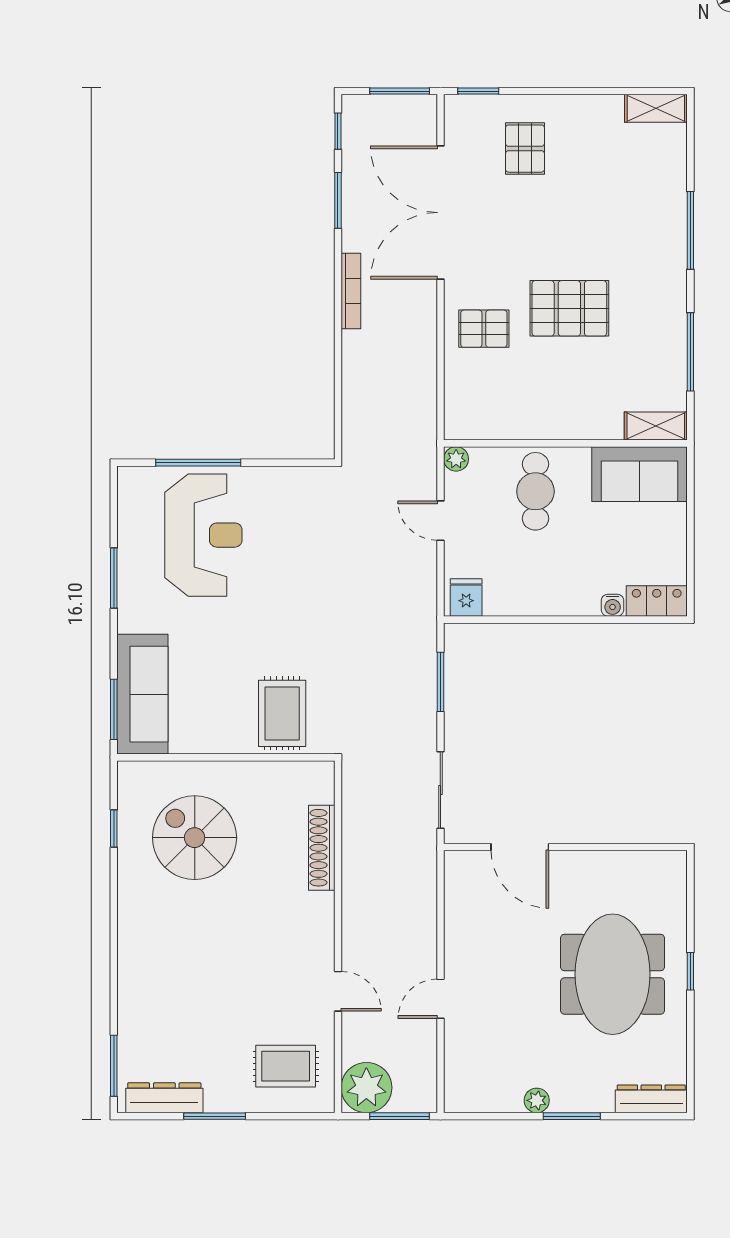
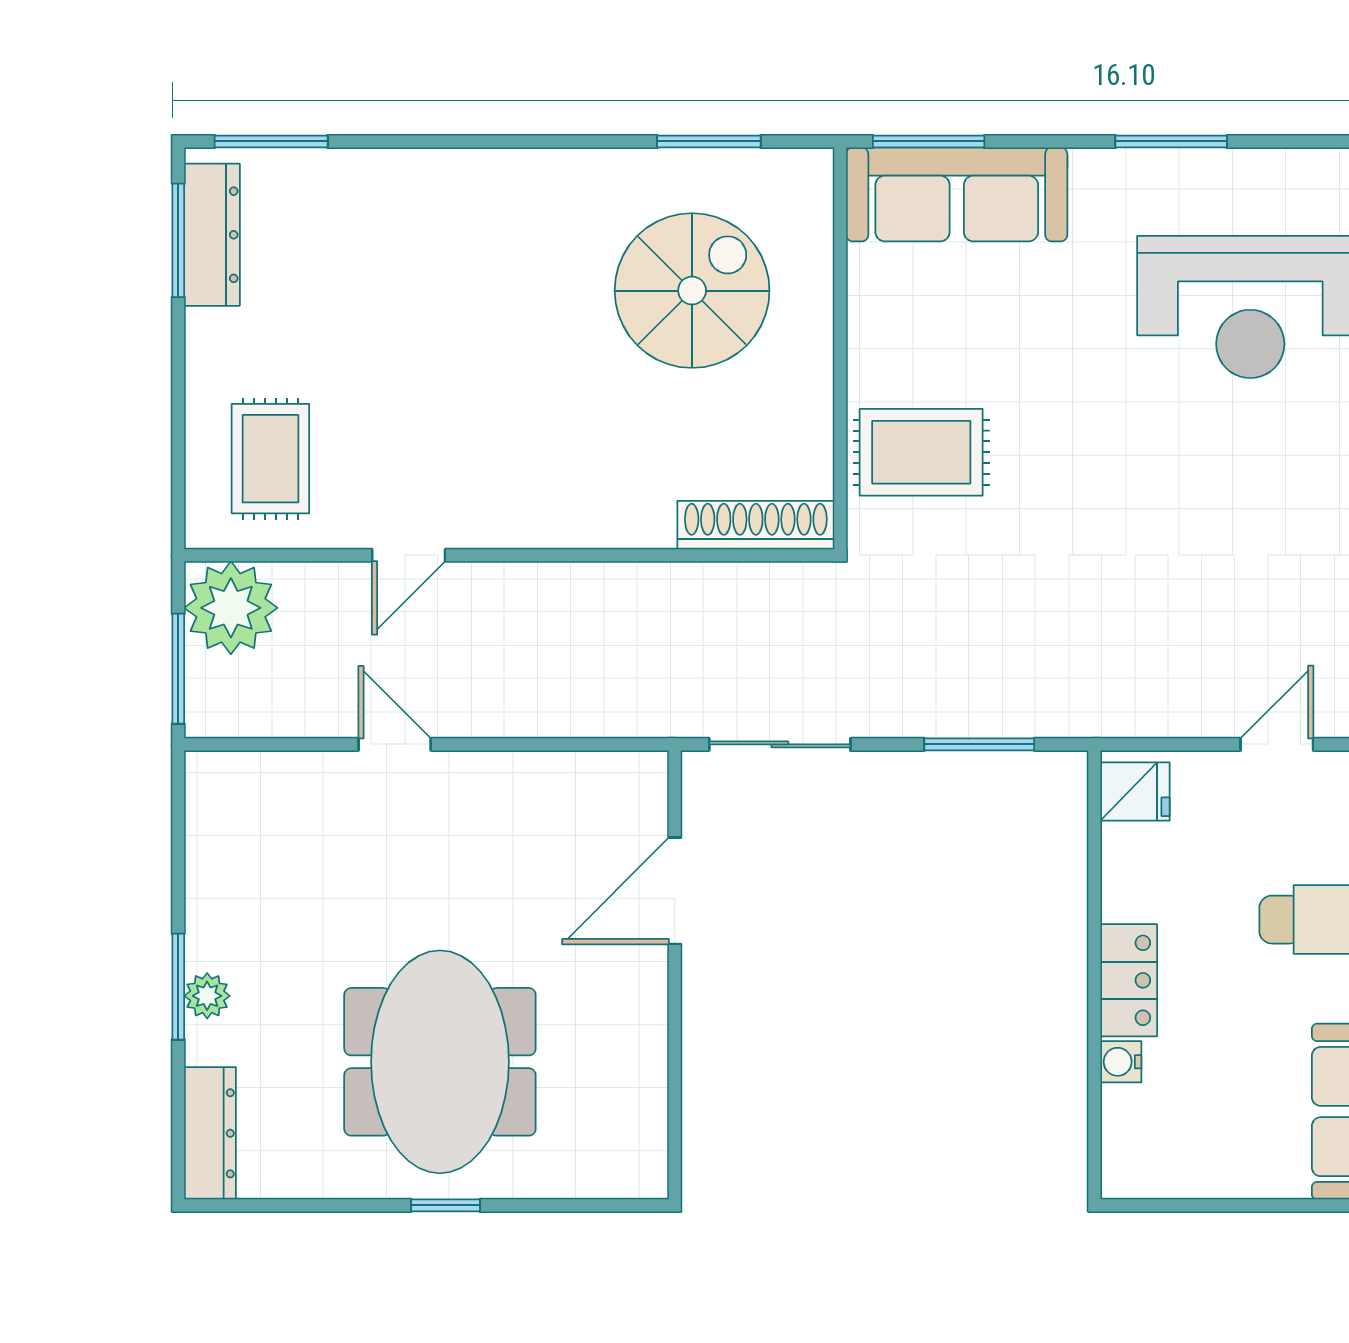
locker: (657, 601) -> (1129, 980), moved
window: (114, 828) -> (709, 141), width x1.50
shoe rack: (322, 848) -> (756, 525), moved
meeting table: (613, 974) -> (440, 1062), turned 90
plant: (537, 1100) -> (207, 996), moved
window: (215, 1116) -> (178, 240), moved

